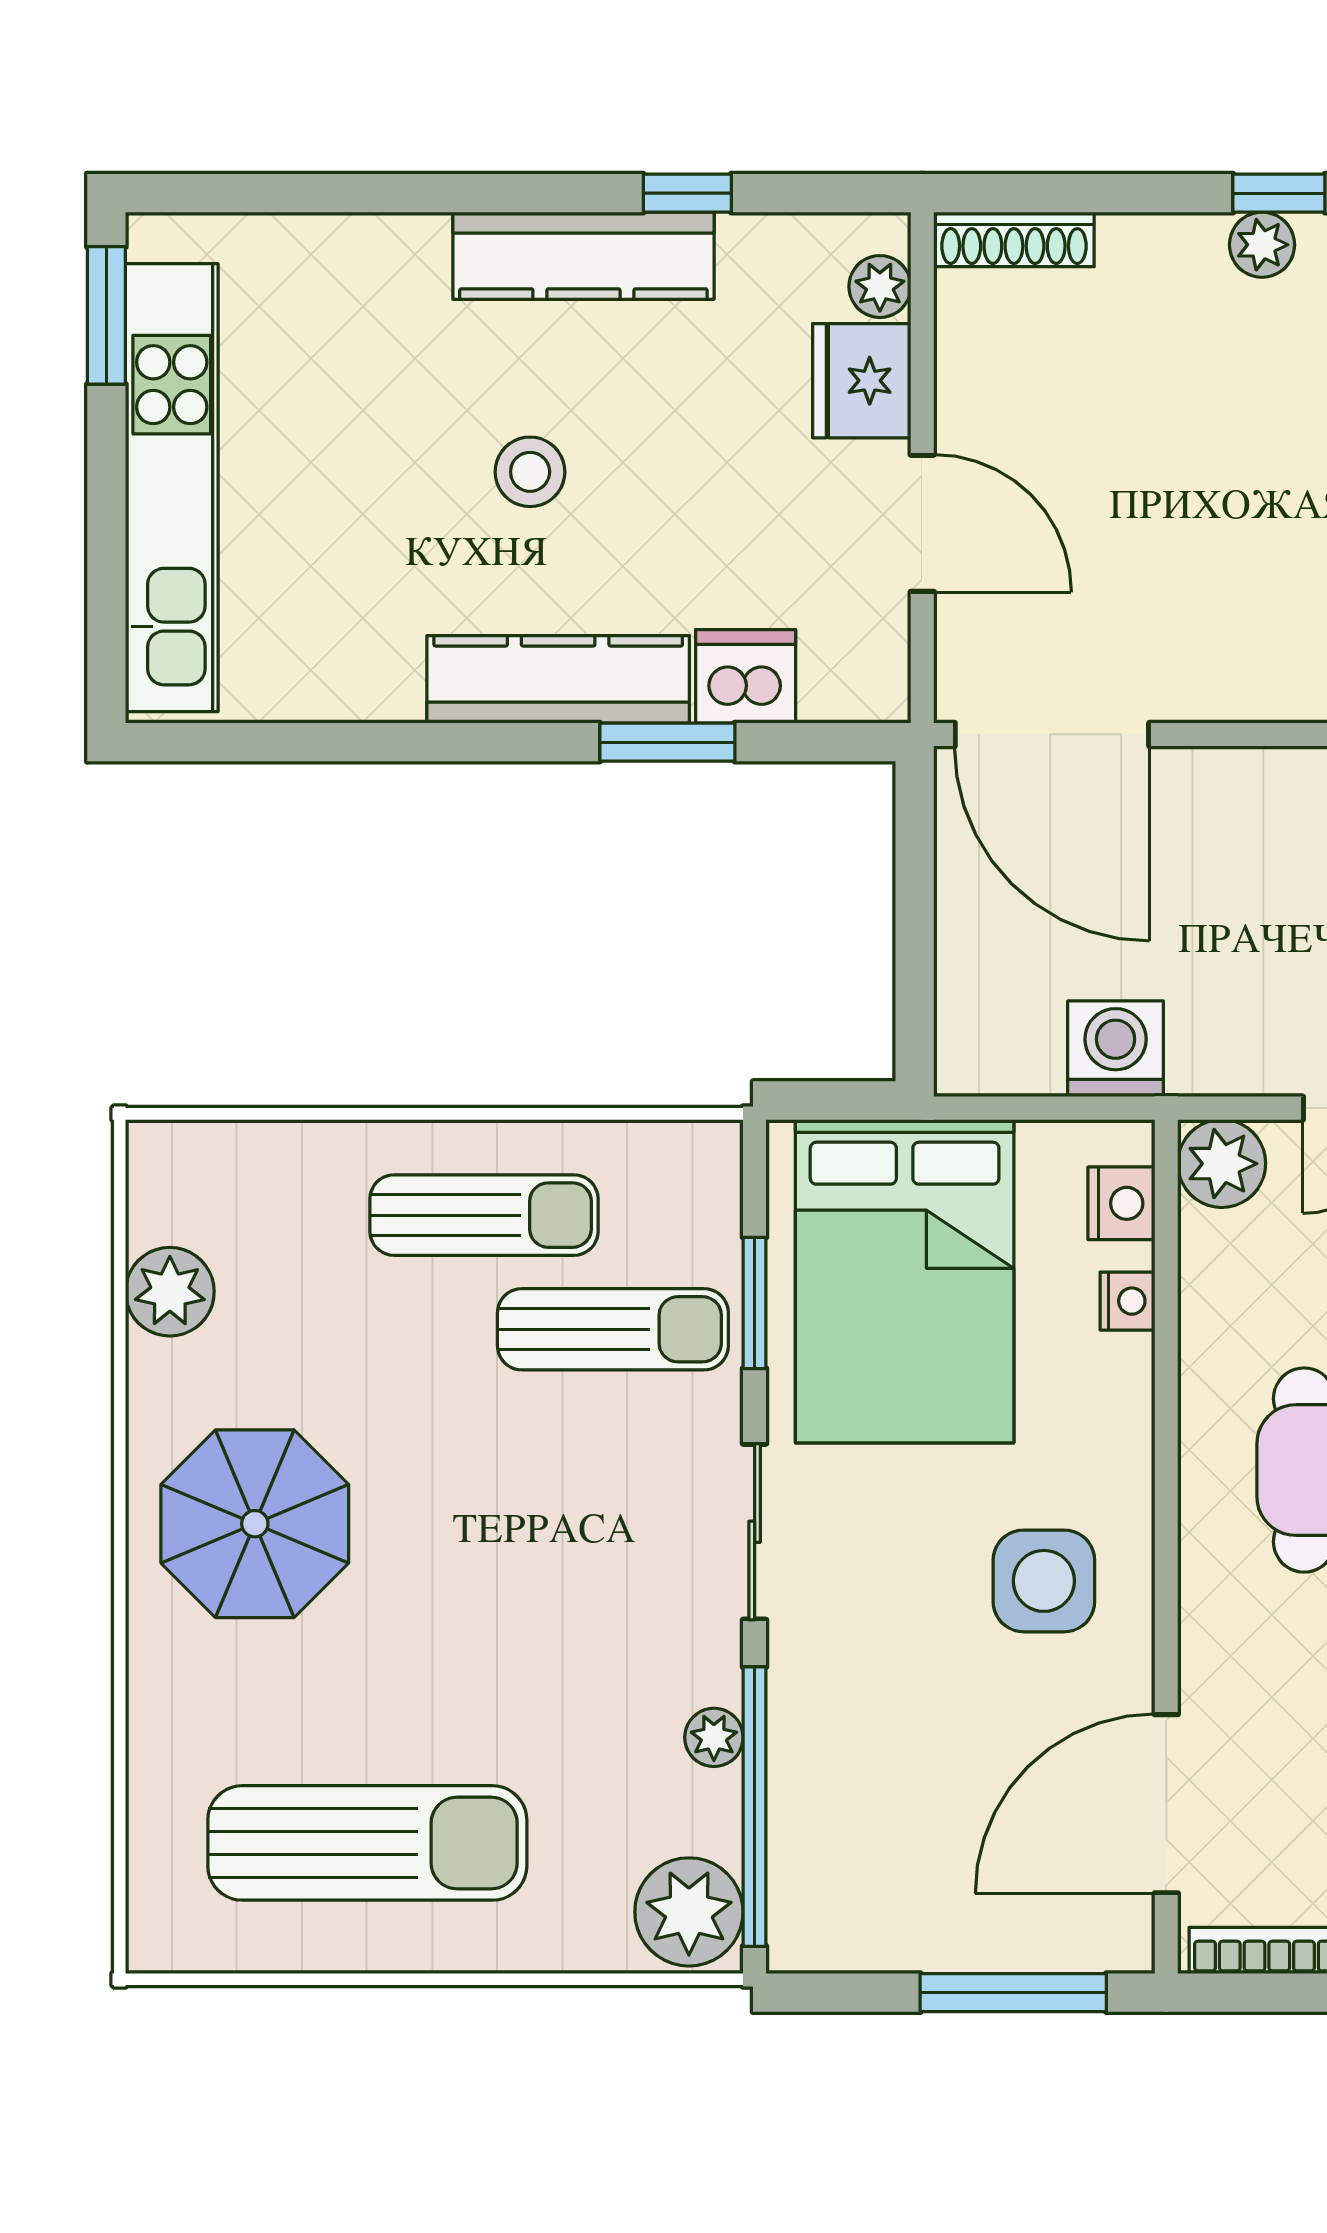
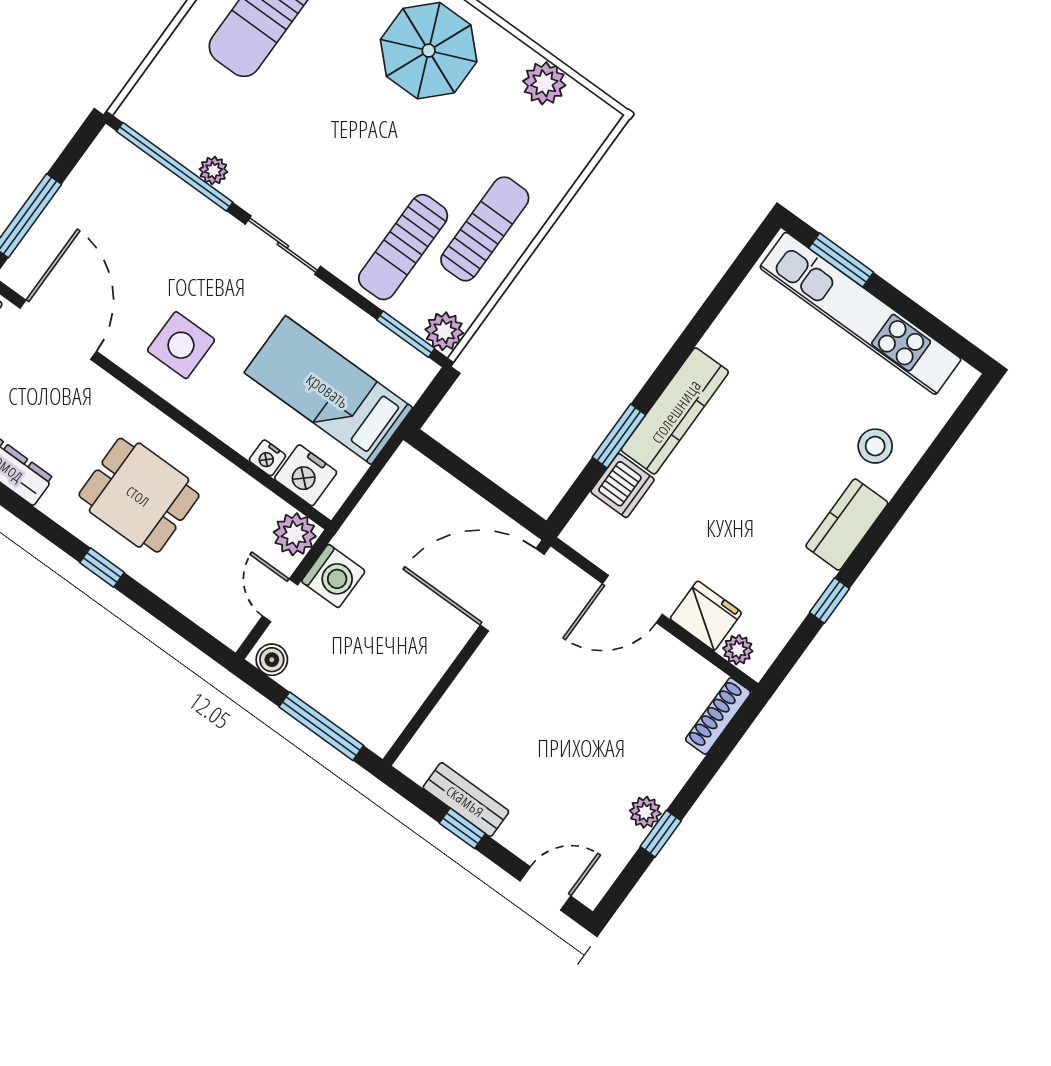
kitchen counter: (583, 256) -> (847, 525), width x0.67
window: (106, 315) -> (841, 260), moved
stool: (530, 472) -> (875, 446), moved
washing machine: (1116, 1049) -> (333, 576), moved
nightstand: (1121, 1203) -> (306, 475), width x1.36, depth x1.33
sun lounger: (484, 1215) -> (485, 229), turned 180
bed: (905, 1281) -> (328, 390), width x0.67
window: (755, 1303) -> (406, 334), moved
plant: (689, 1912) -> (444, 331), moved, width x0.73, depth x0.73

